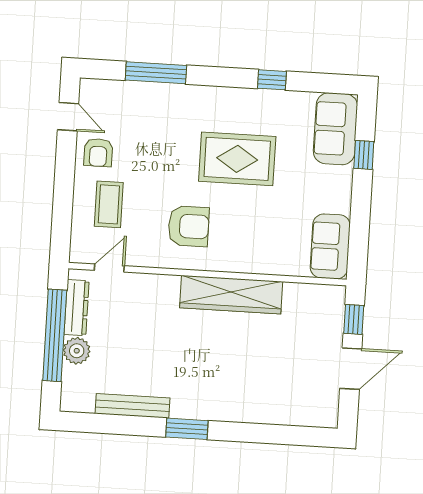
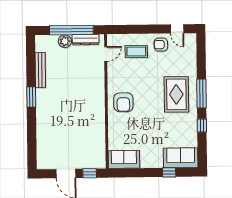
window: (156, 73) -> (202, 94), moved
door: (68, 117) -> (177, 29), hinge flipped
rug: (237, 159) -> (176, 94), moved
armchair: (189, 226) -> (123, 102), moved
door: (109, 268) -> (106, 54), hinge flipped
wardrobe: (231, 295) -> (97, 113), removed

